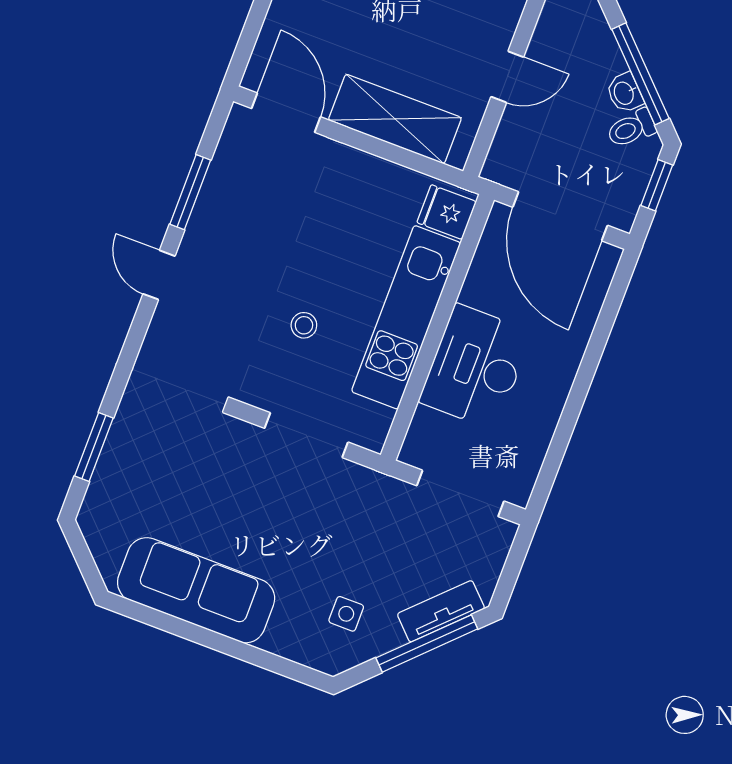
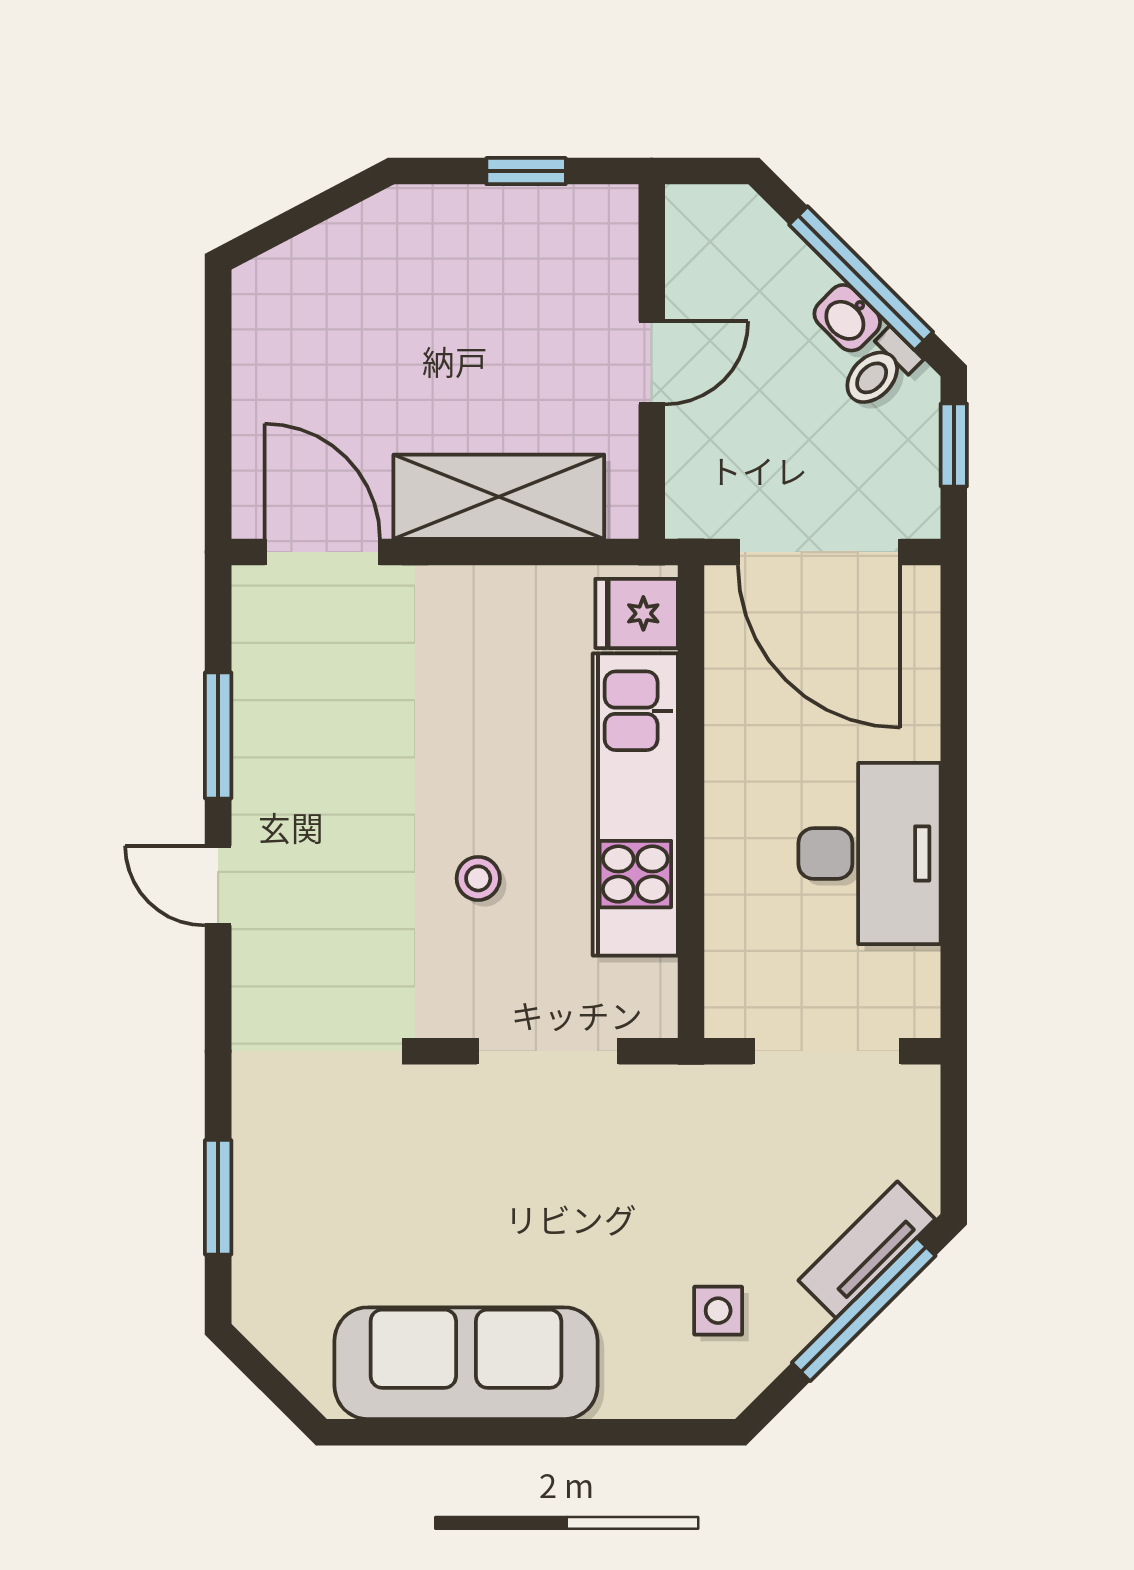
desk: (476, 367) -> (870, 854), moved, turned 180

